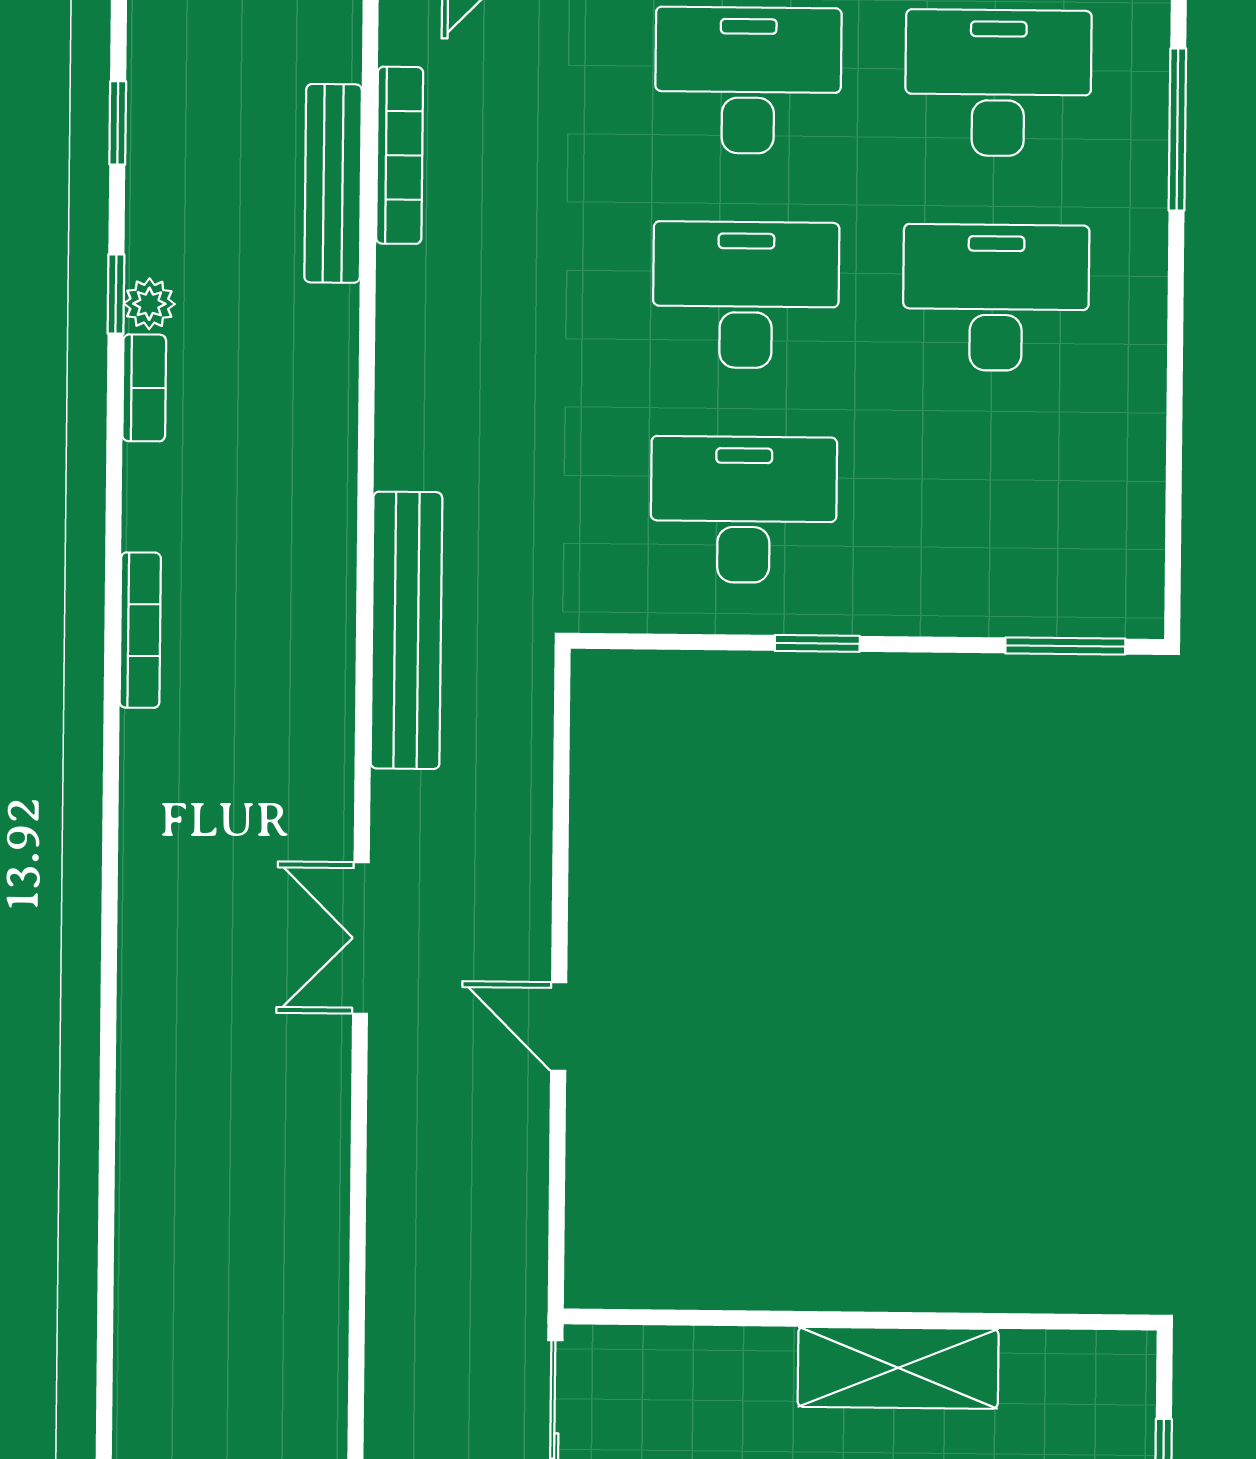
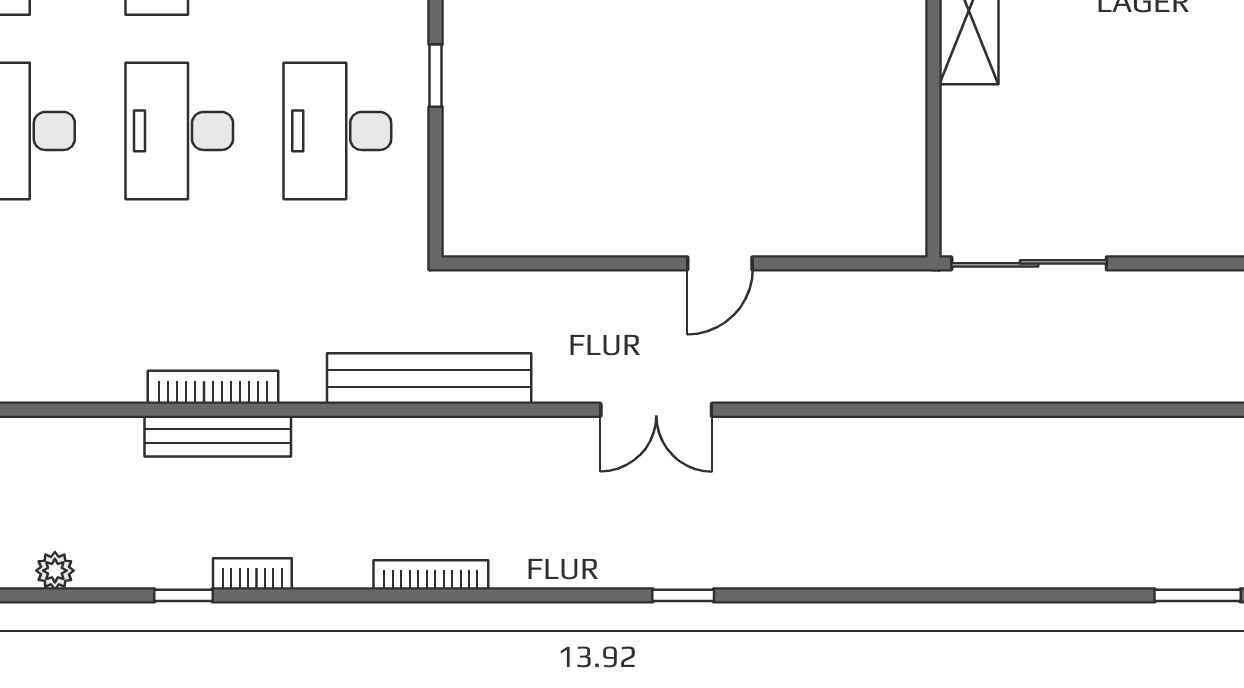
window: (118, 123) -> (683, 595), moved
bookcase: (400, 155) -> (213, 387), moved
bench: (333, 183) -> (218, 436), moved
plant: (149, 304) -> (55, 571), moved

